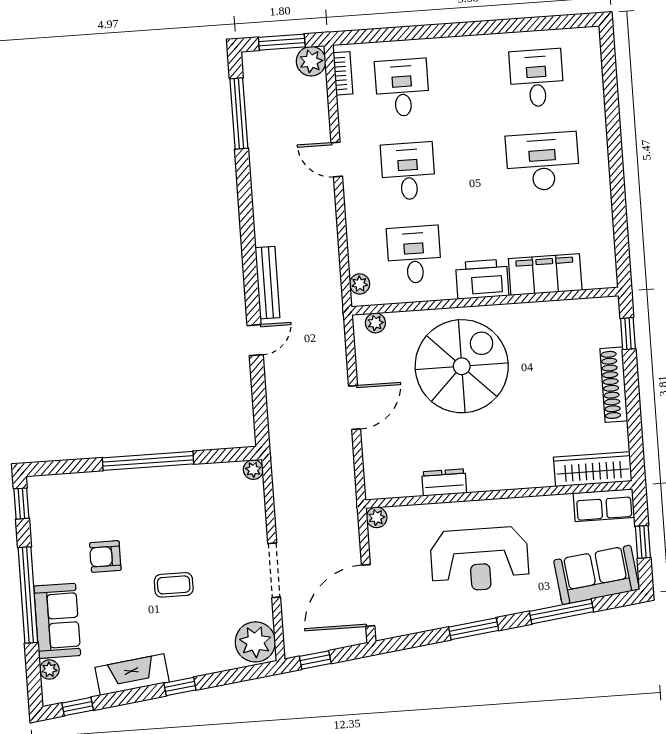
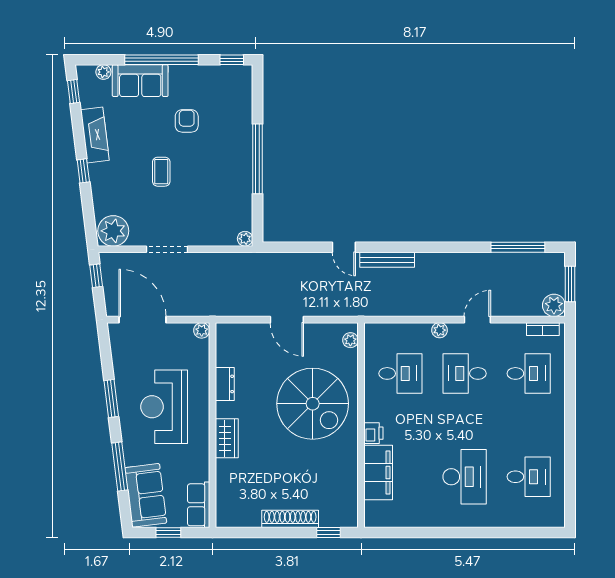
desk: (408, 171) -> (465, 373), turned 180
printer: (482, 279) -> (373, 433), width x0.53, depth x0.68
plant: (360, 284) -> (440, 330), moved
wardrobe: (593, 469) -> (227, 438), moved, width x0.67

